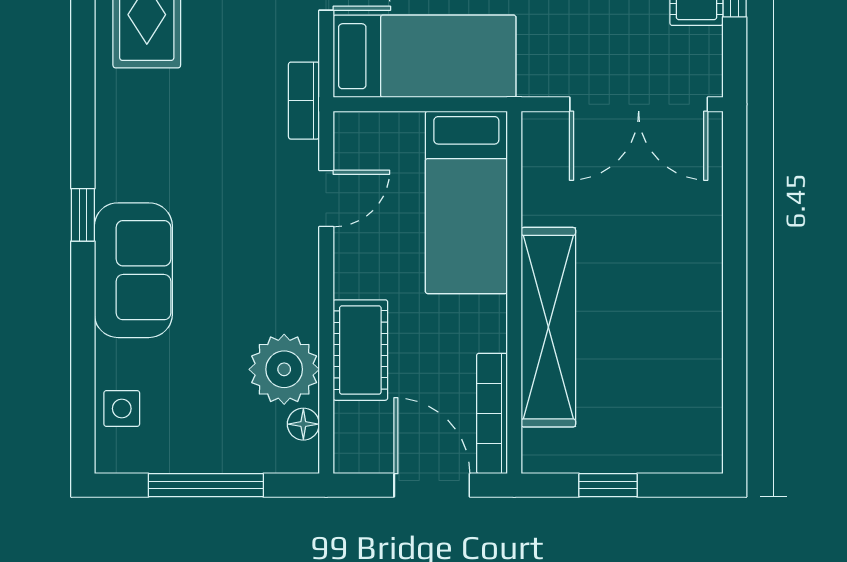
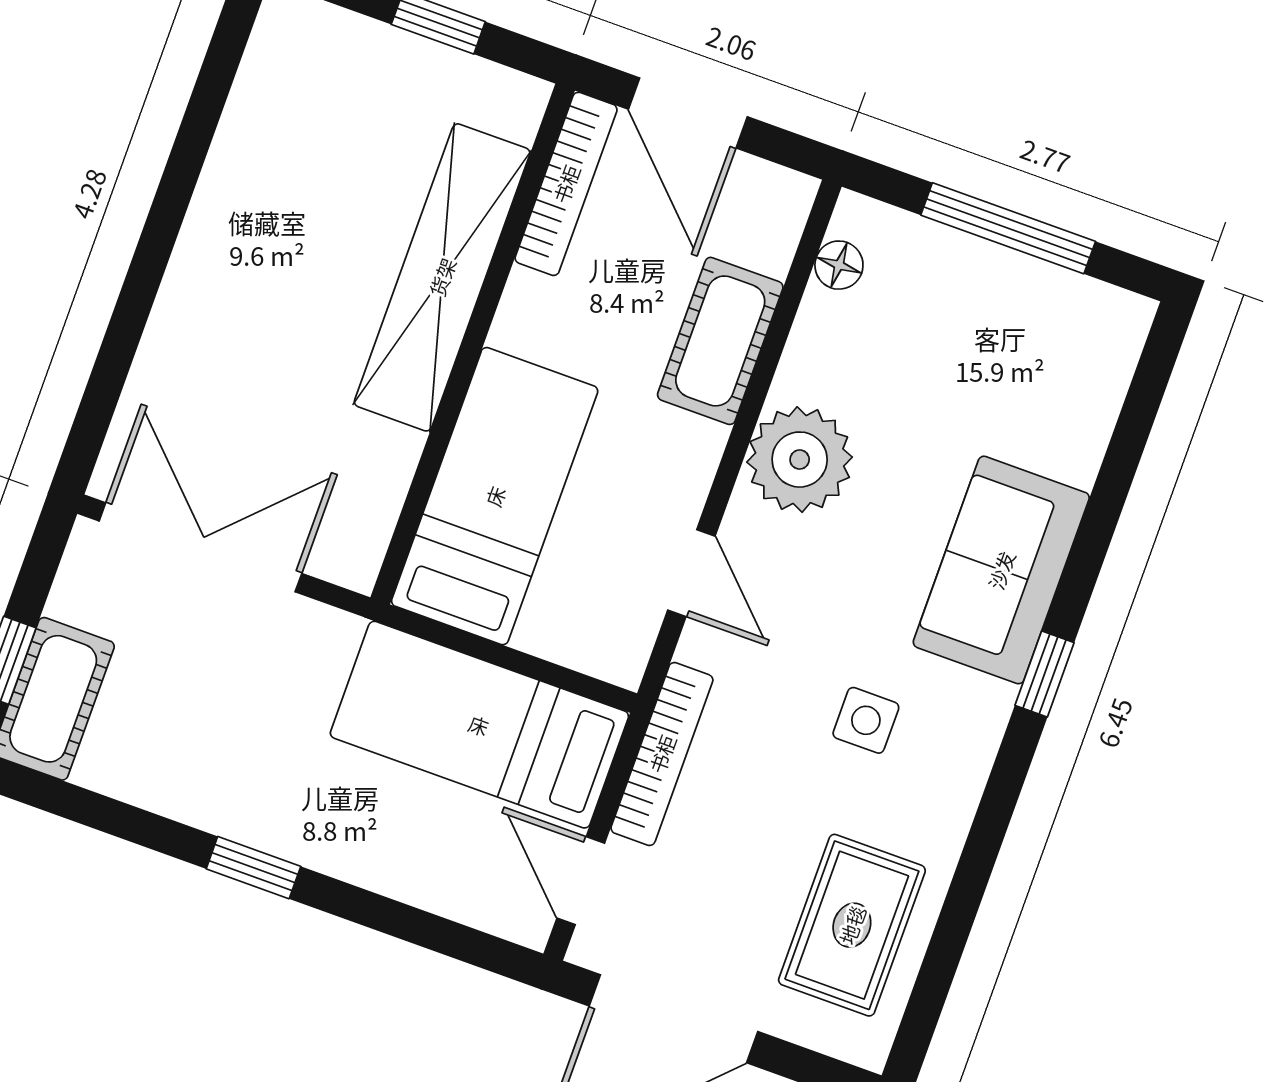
bookcase: (304, 101) -> (662, 754), width x1.56
door: (326, 199) -> (691, 573), swing flipped
plant: (284, 369) -> (800, 460), moved
side table: (122, 409) -> (866, 720), moved

